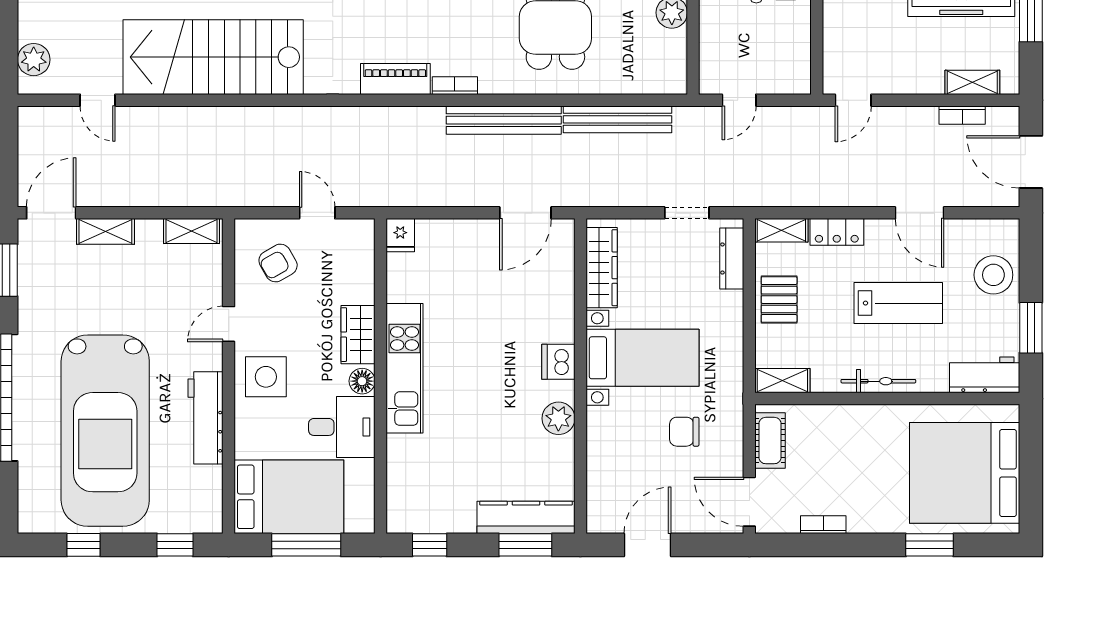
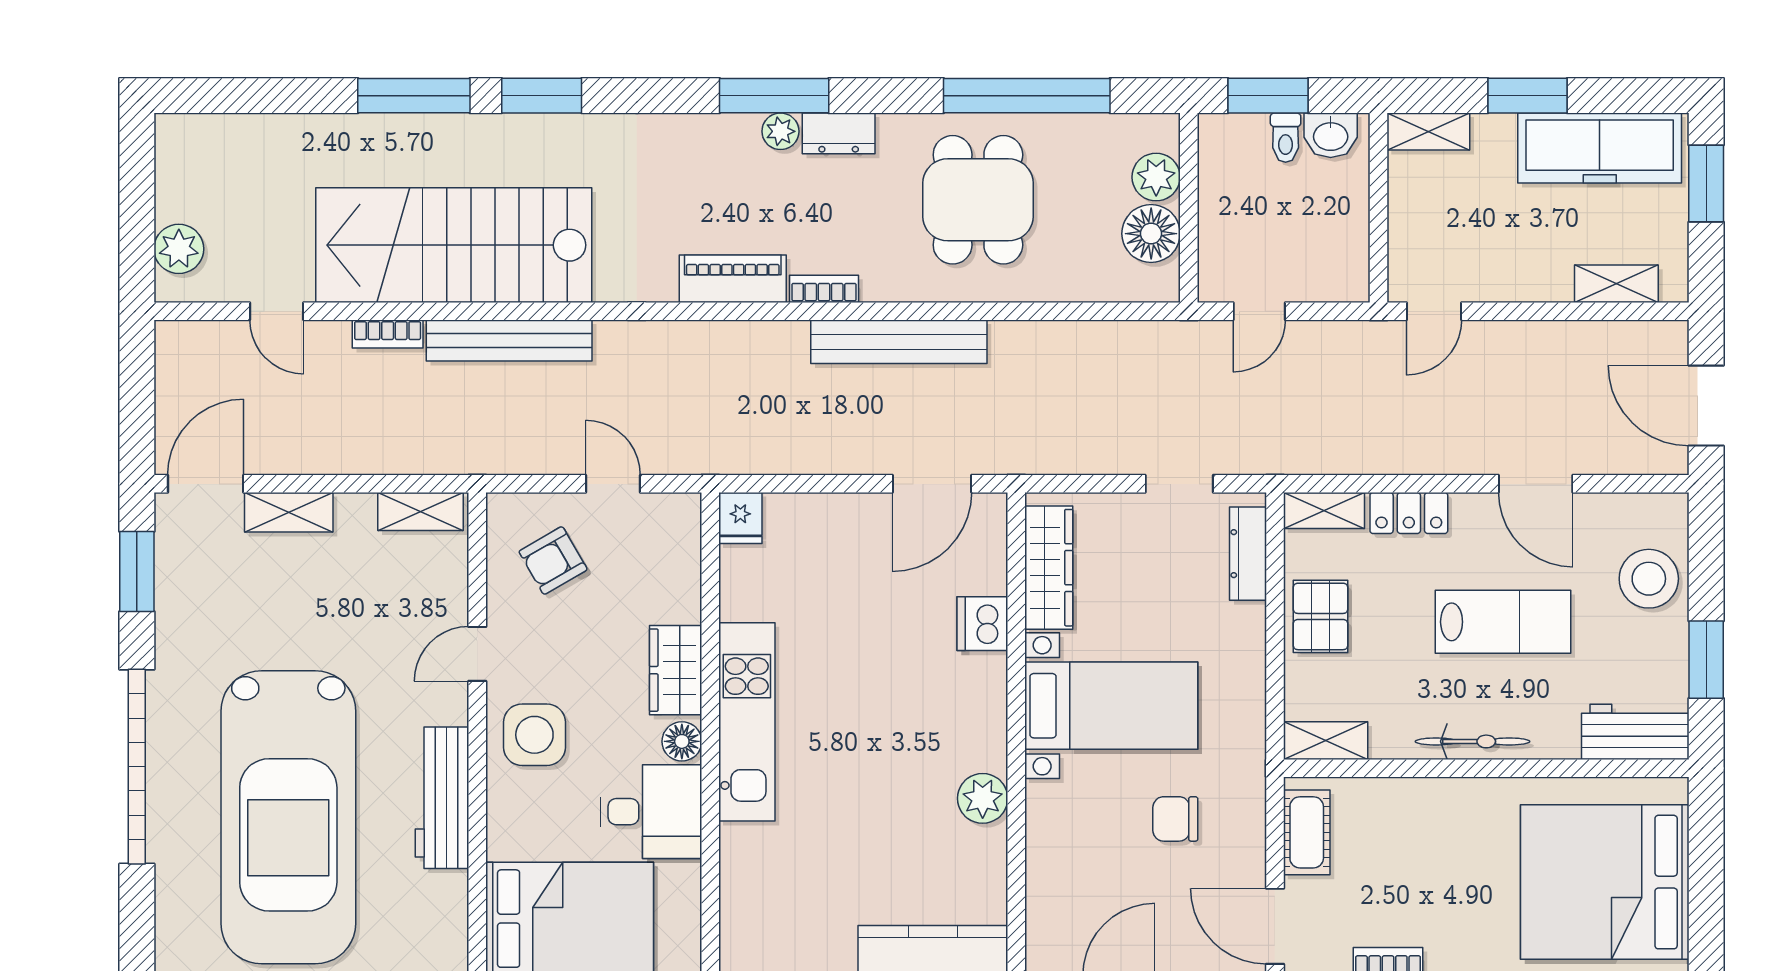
floor lamp: (668, 50) -> (1151, 234), added
bookcase: (962, 115) -> (388, 334), moved
bench: (618, 119) -> (509, 340), moved
dishwasher: (558, 362) -> (982, 624), moved

